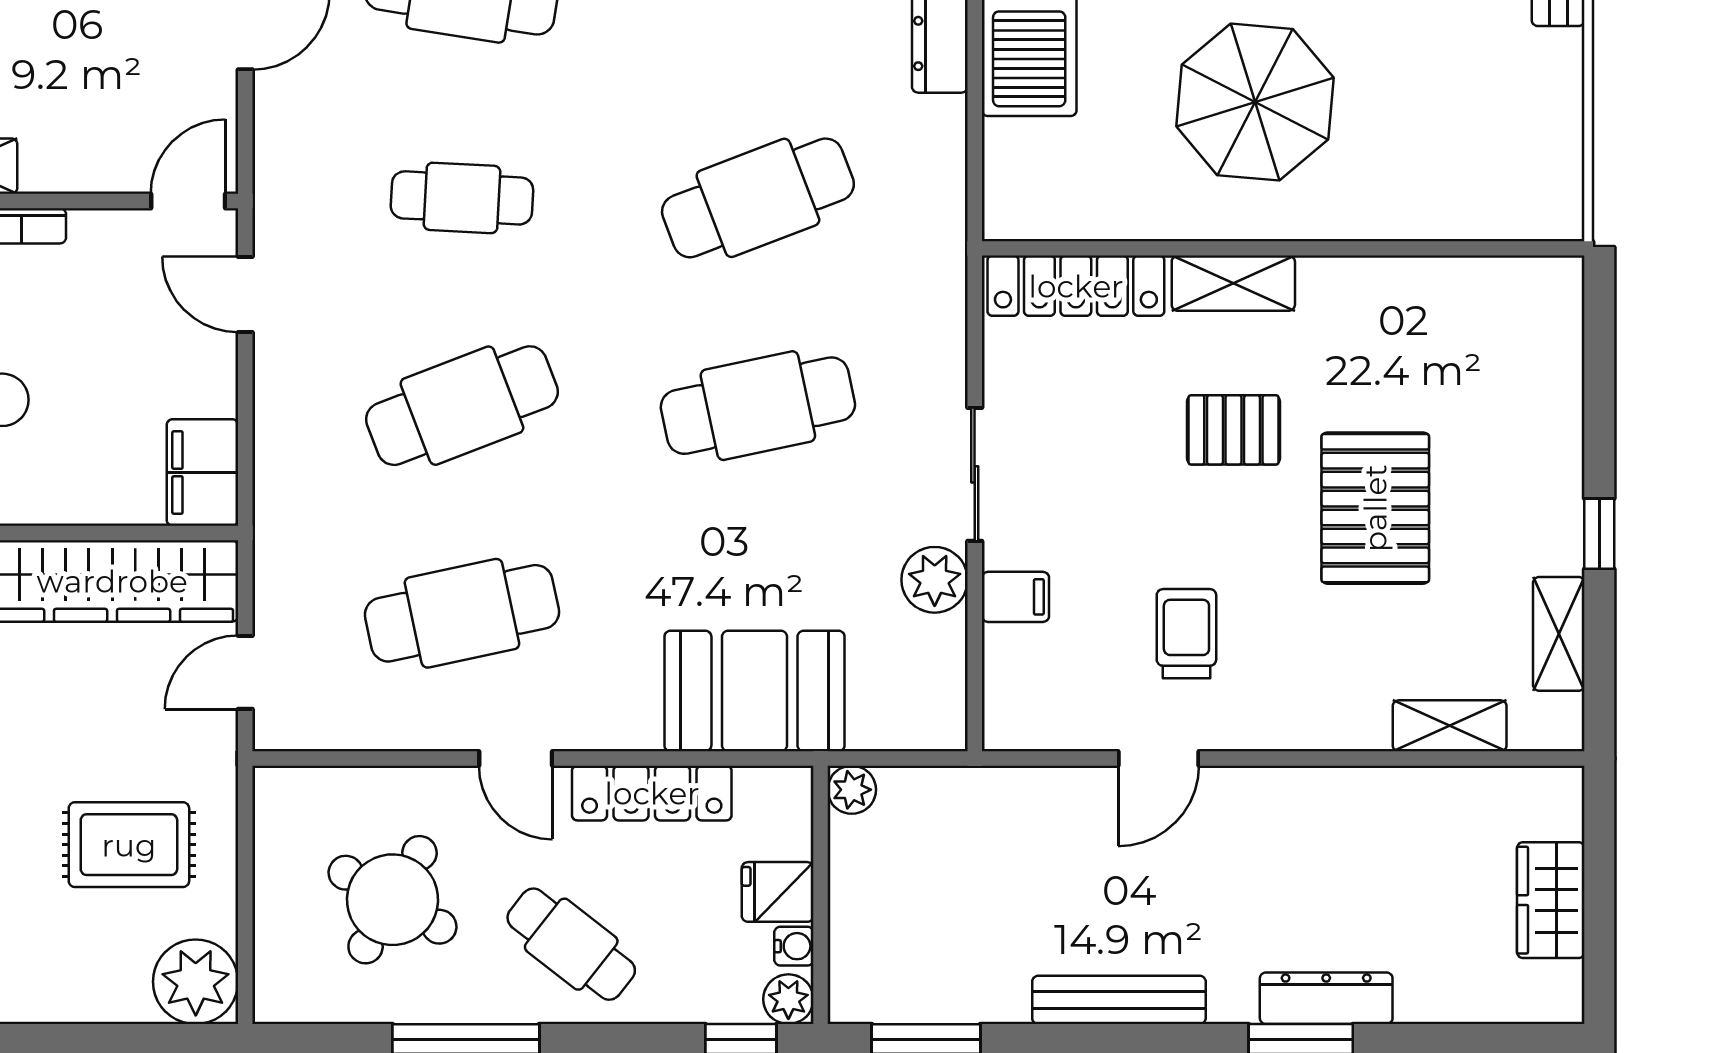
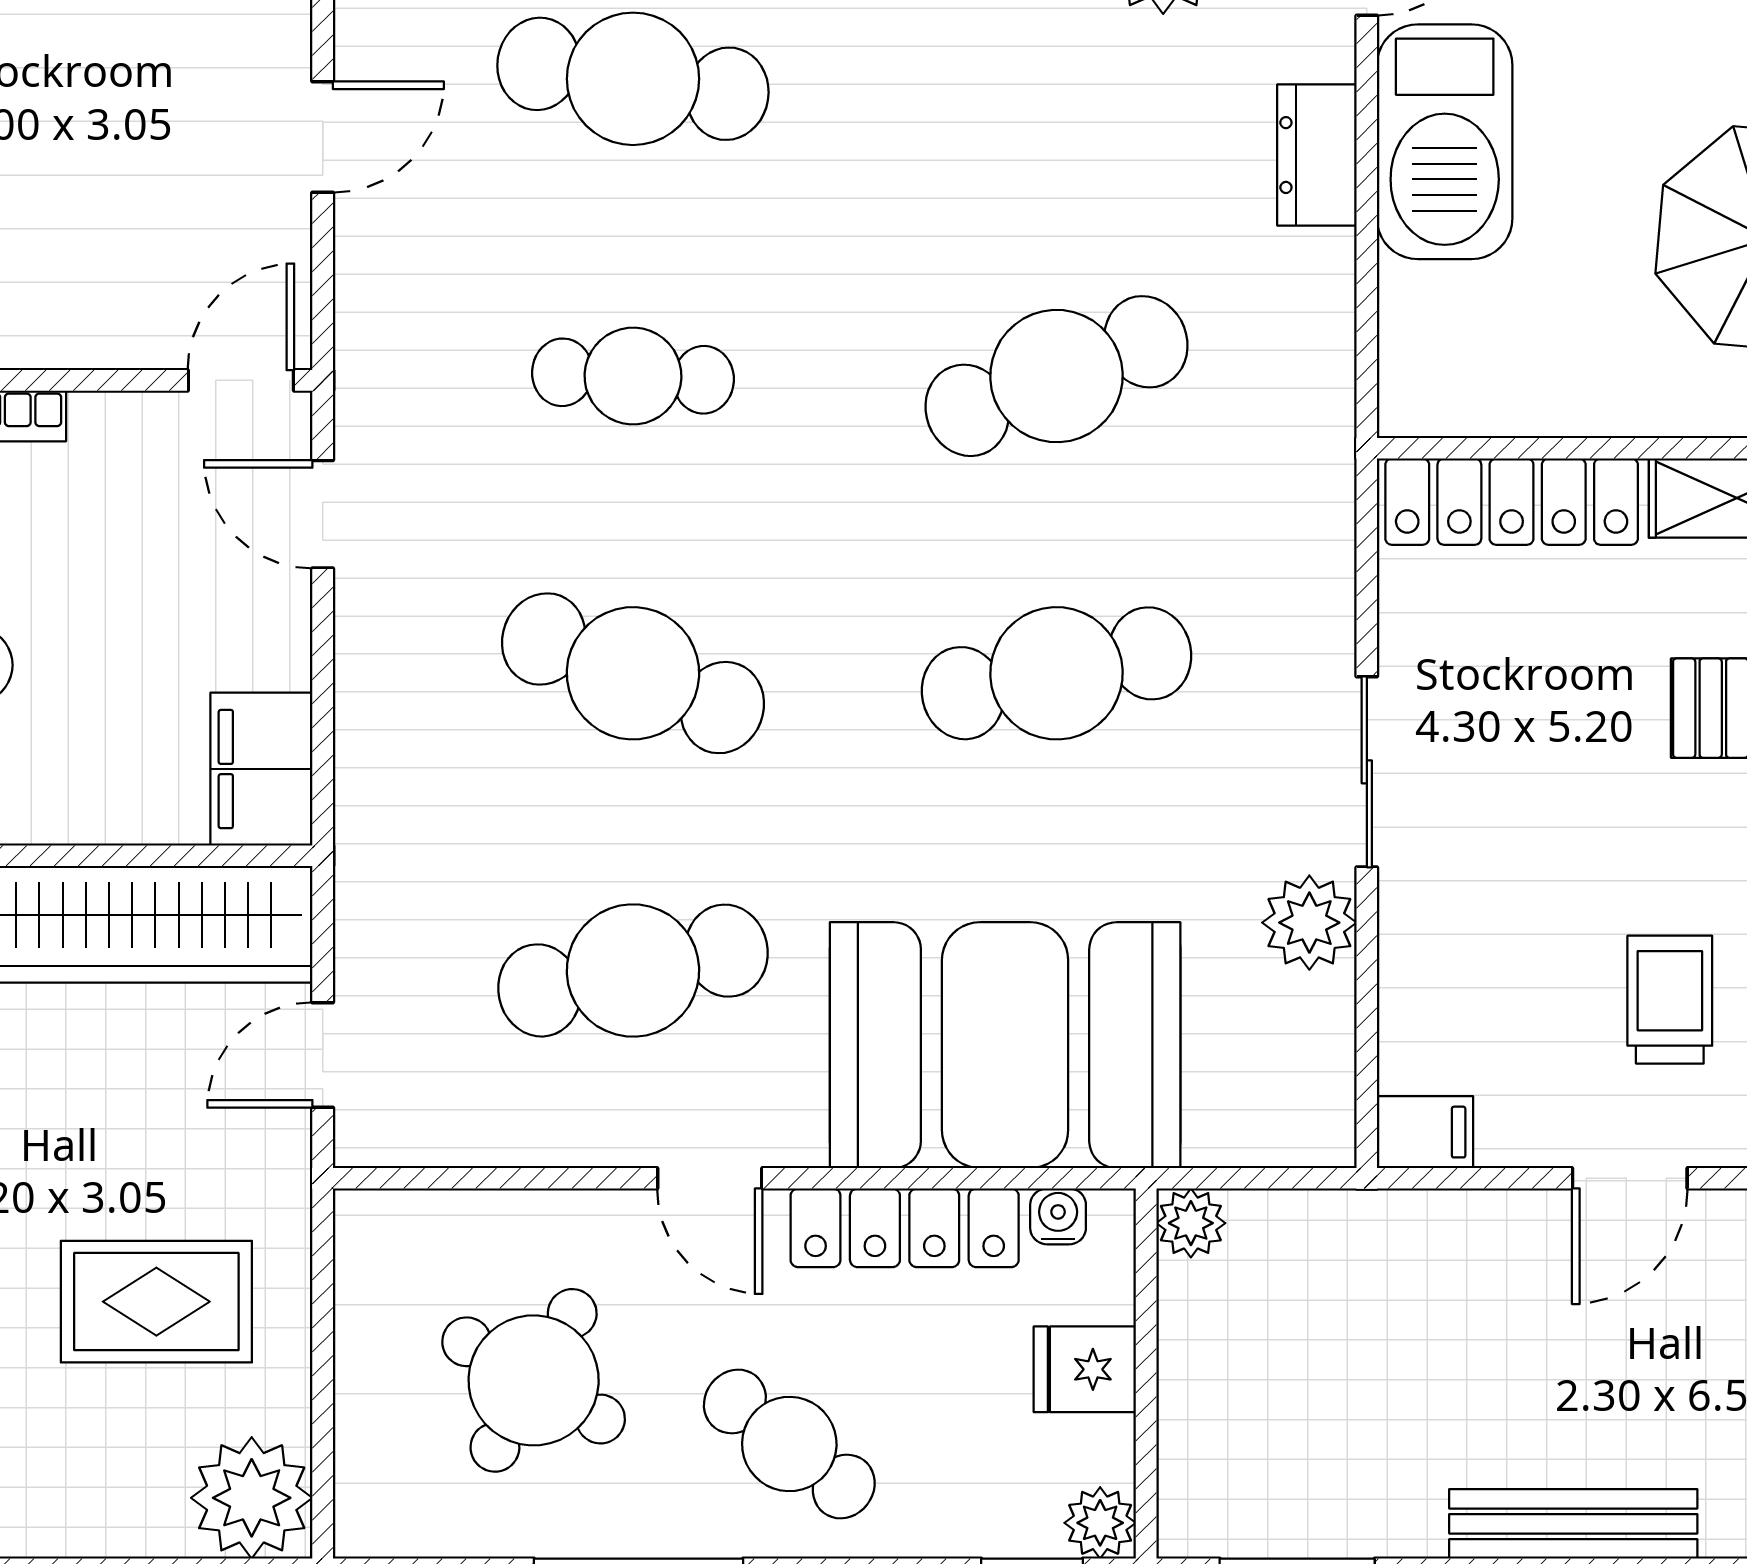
cafe table: (462, 406) -> (633, 673), turned 42
filing cabinet: (1015, 597) -> (1425, 1132), moved
booth: (754, 691) -> (1005, 1045), width x1.36, depth x1.42
water cooler: (794, 946) -> (1058, 1216), moved, turned -90

